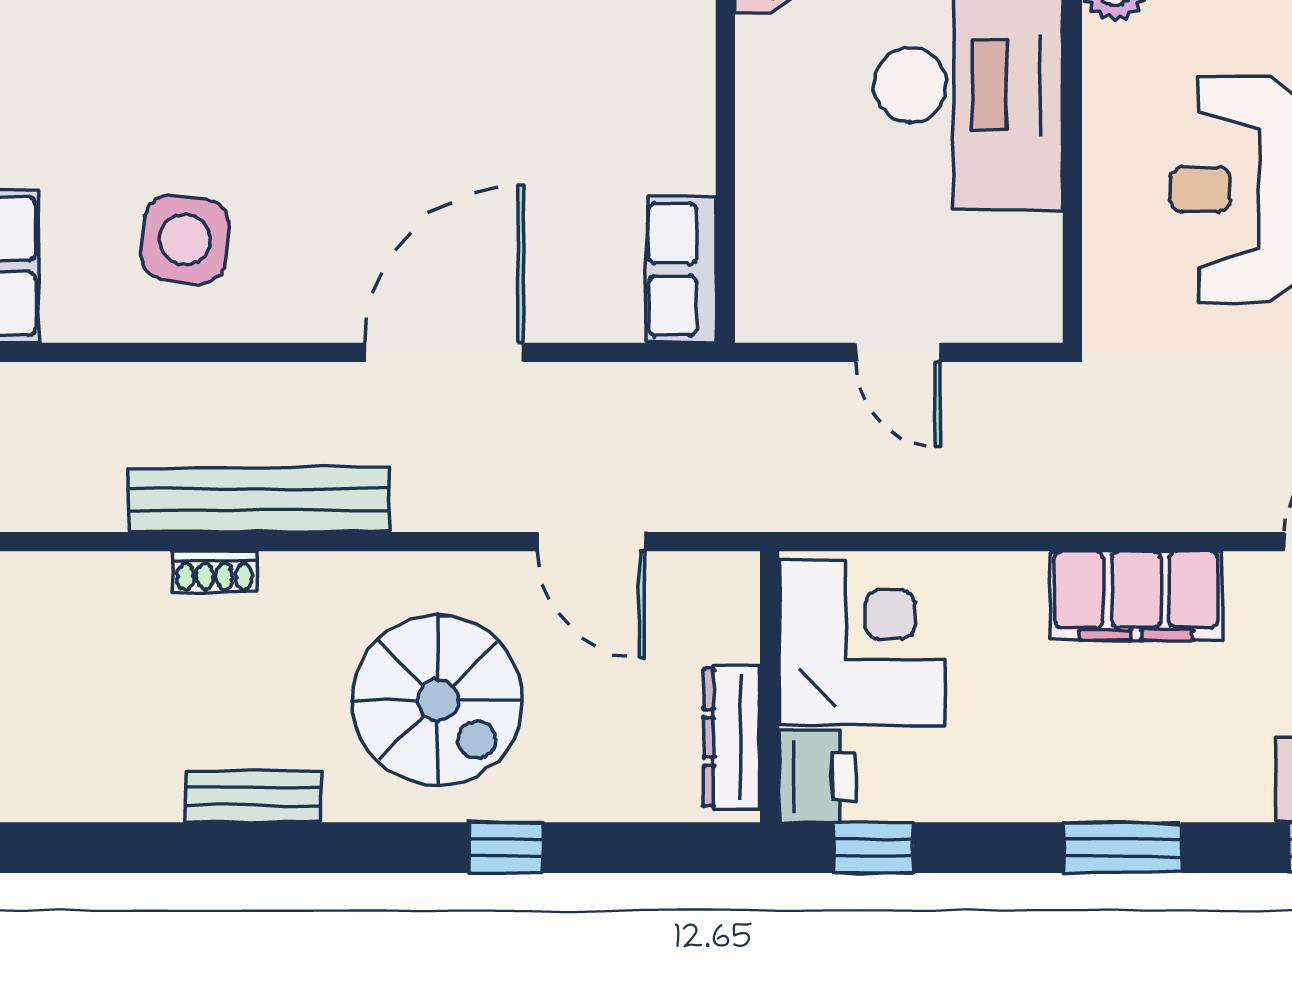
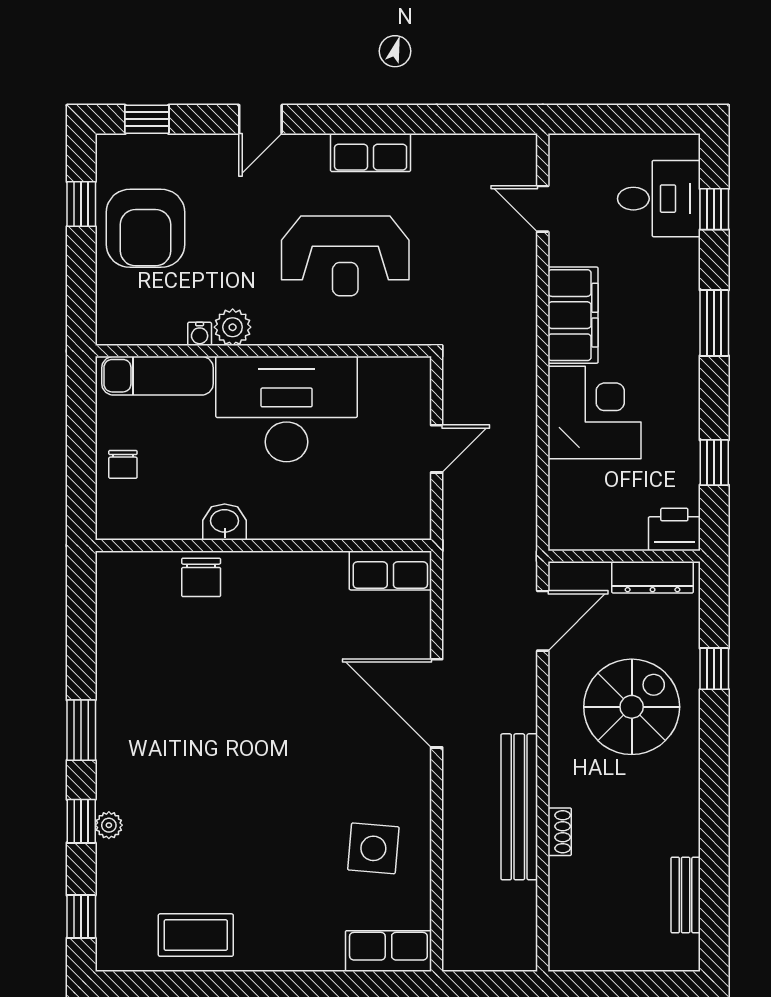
corner desk: (862, 643) -> (594, 413), moved, turned 90
wall: (770, 687) -> (624, 556), moved
dresser: (732, 737) -> (653, 577), moved
printer: (817, 776) -> (674, 529), moved
bench: (253, 796) -> (686, 895), moved

